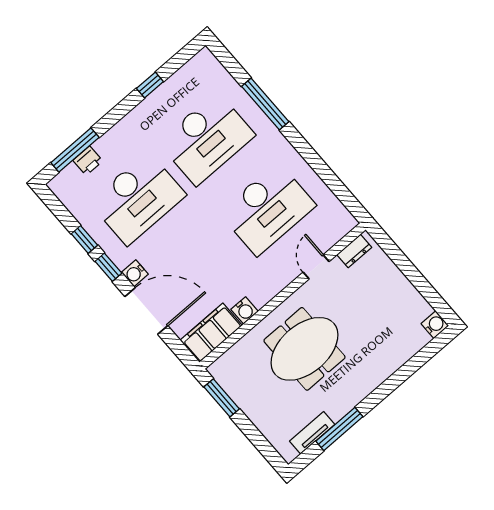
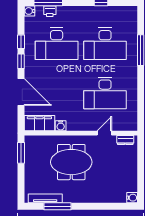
water cooler: (135, 273) -> (30, 11), moved
tv unit: (312, 433) -> (45, 198), width x1.41

